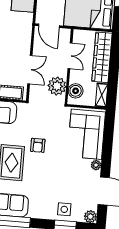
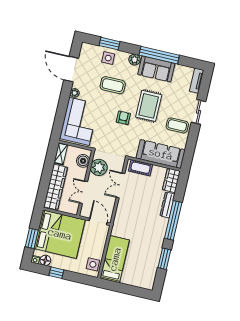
coffee table: (55, 180) -> (113, 85), added
plant: (90, 217) -> (135, 60), moved

